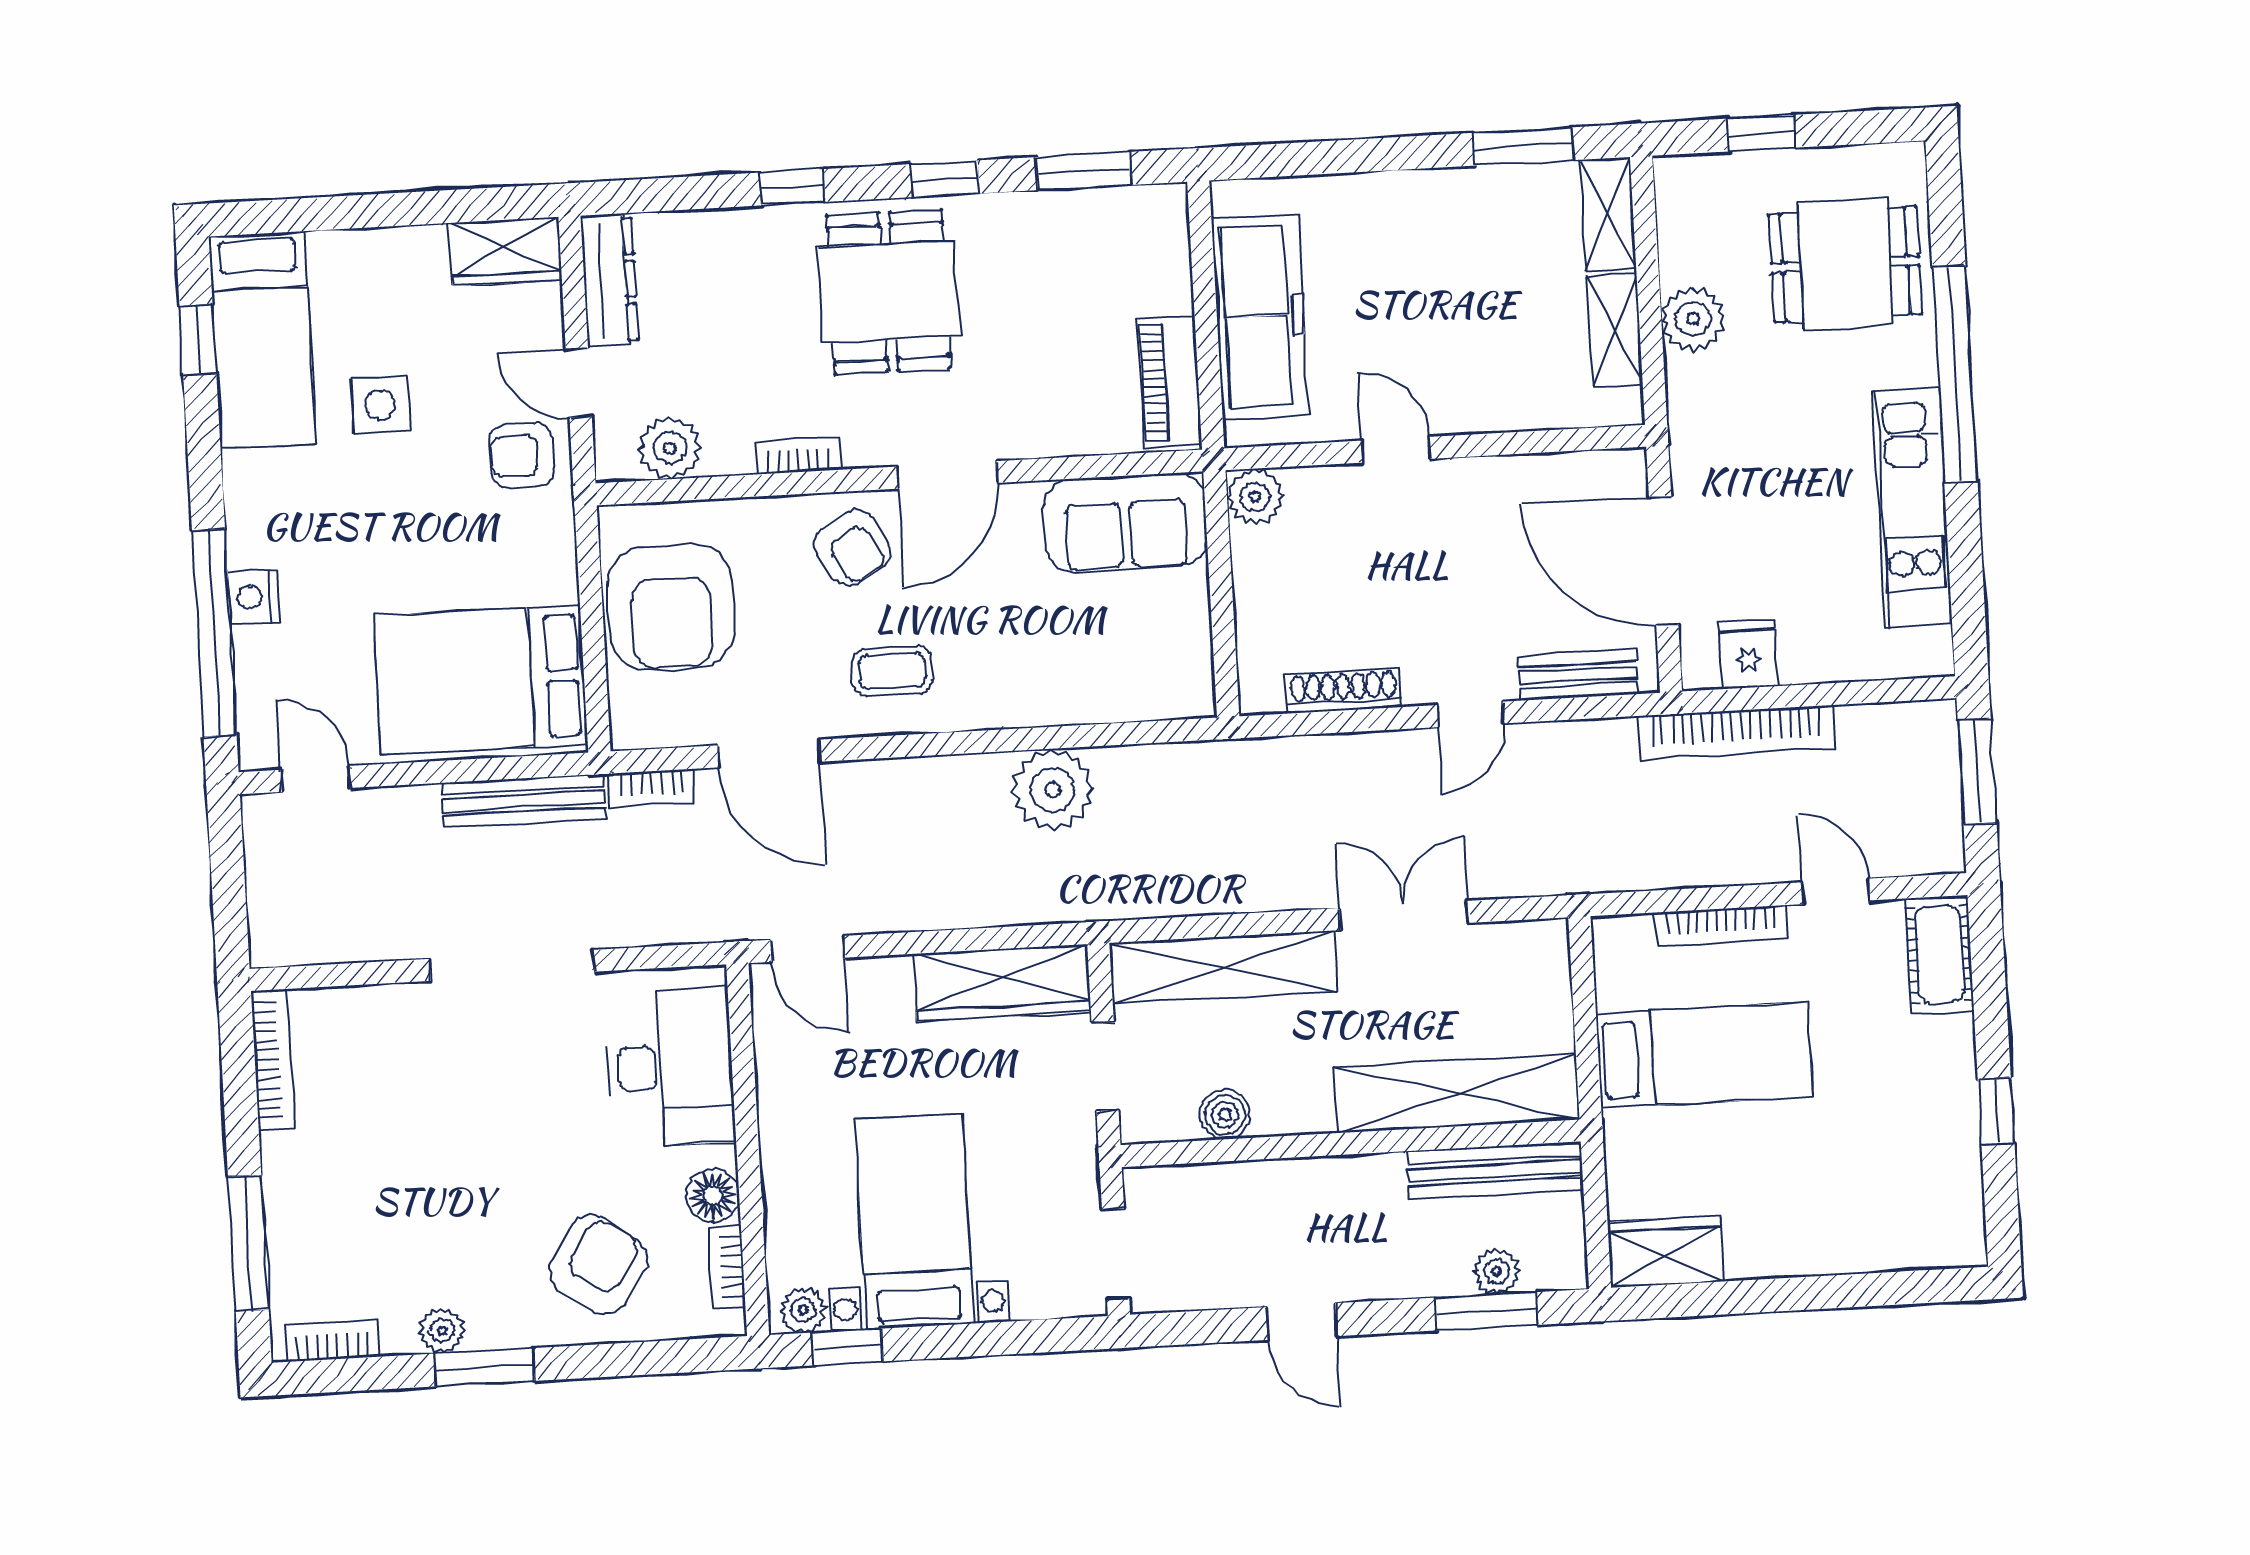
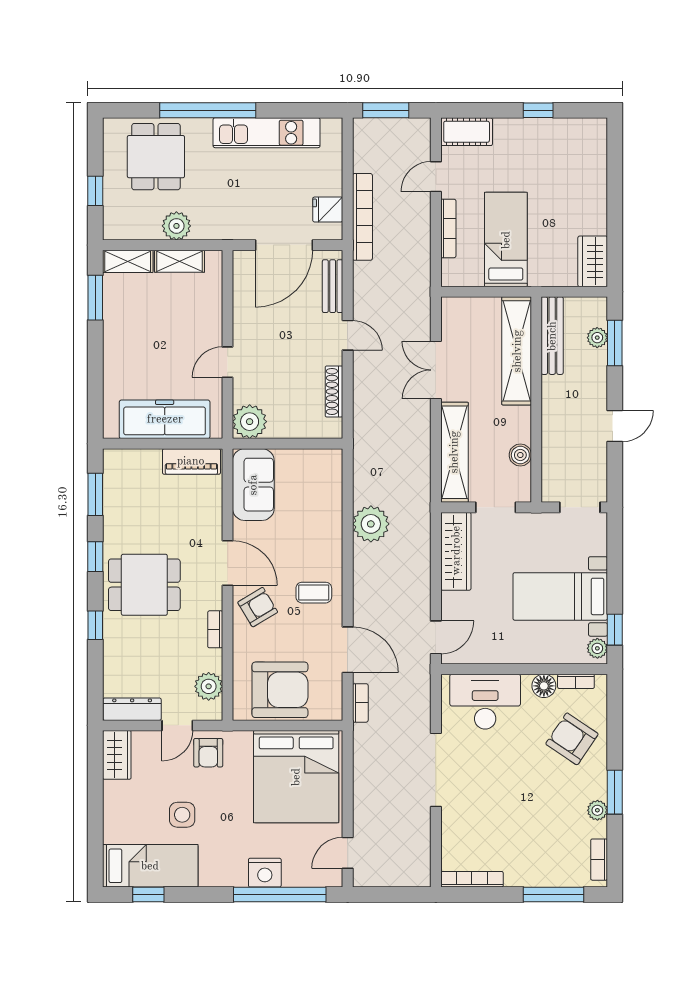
plant: (1255, 497) -> (250, 422), width x1.36, depth x1.36
nightstand: (253, 597) -> (265, 873), width x1.36, depth x1.33
coffee table: (892, 671) -> (314, 593), turned 90
bed: (481, 680) -> (296, 777), width x1.36
door: (769, 754) -> (348, 650), hinge flipped
bench: (524, 801) -> (363, 761), removed

